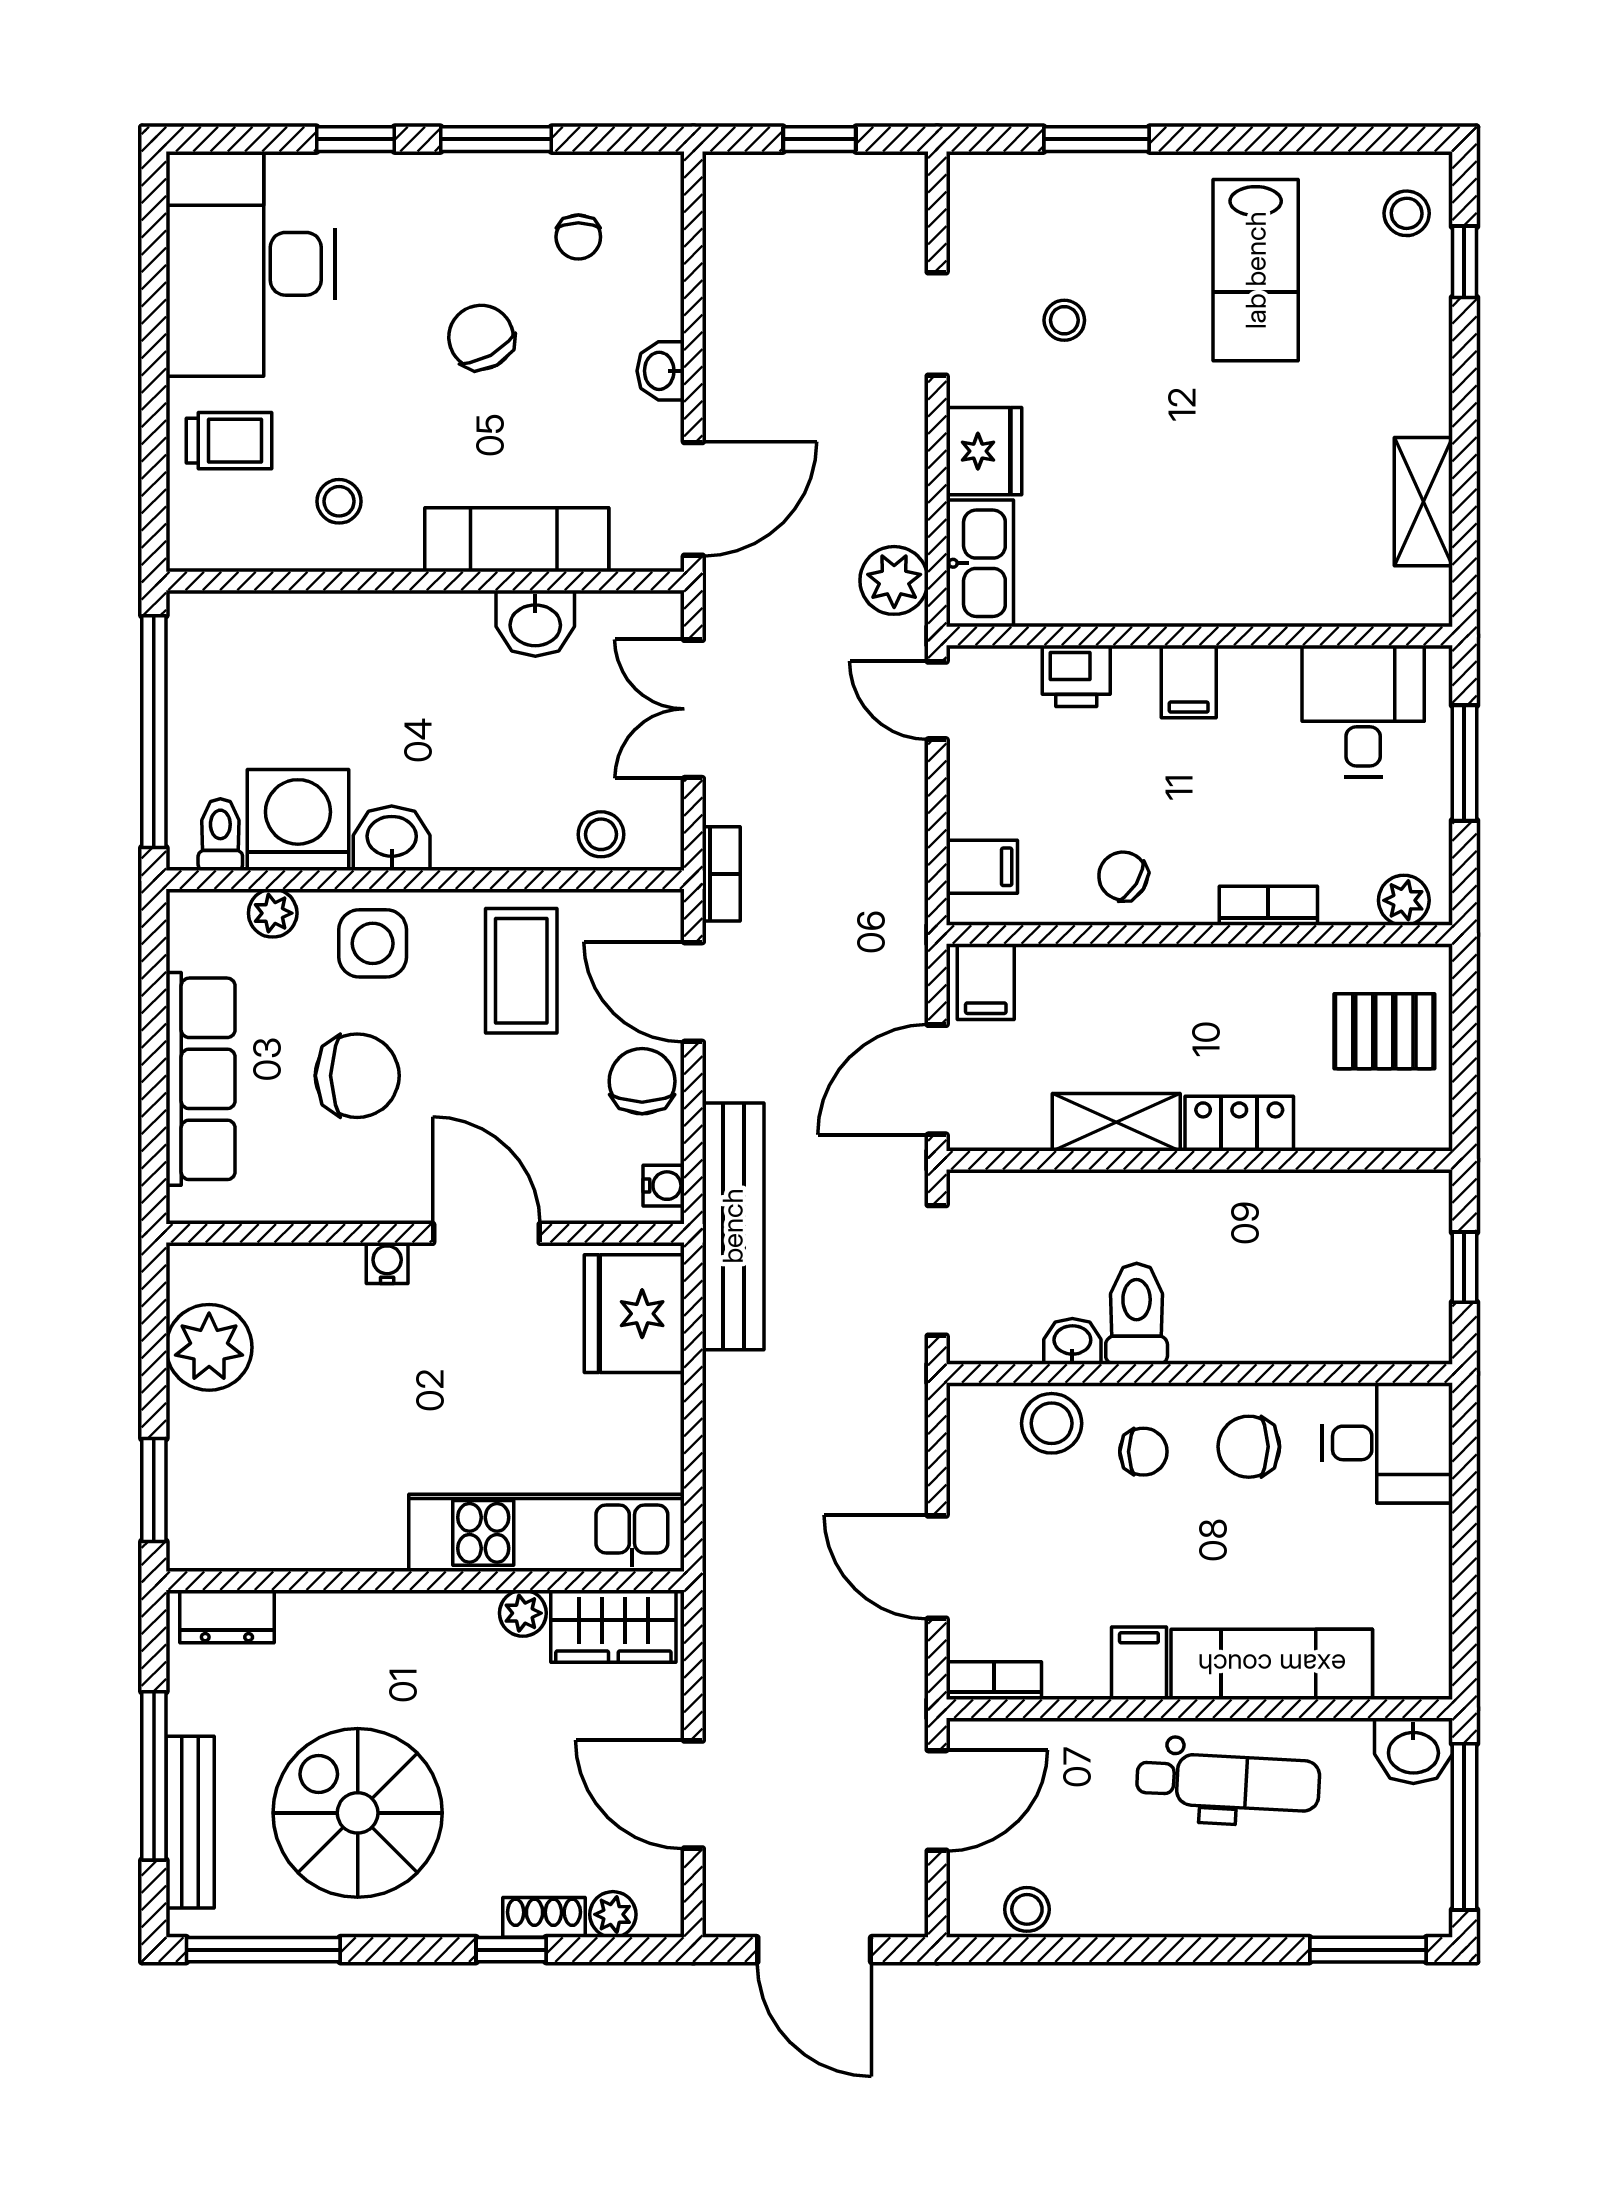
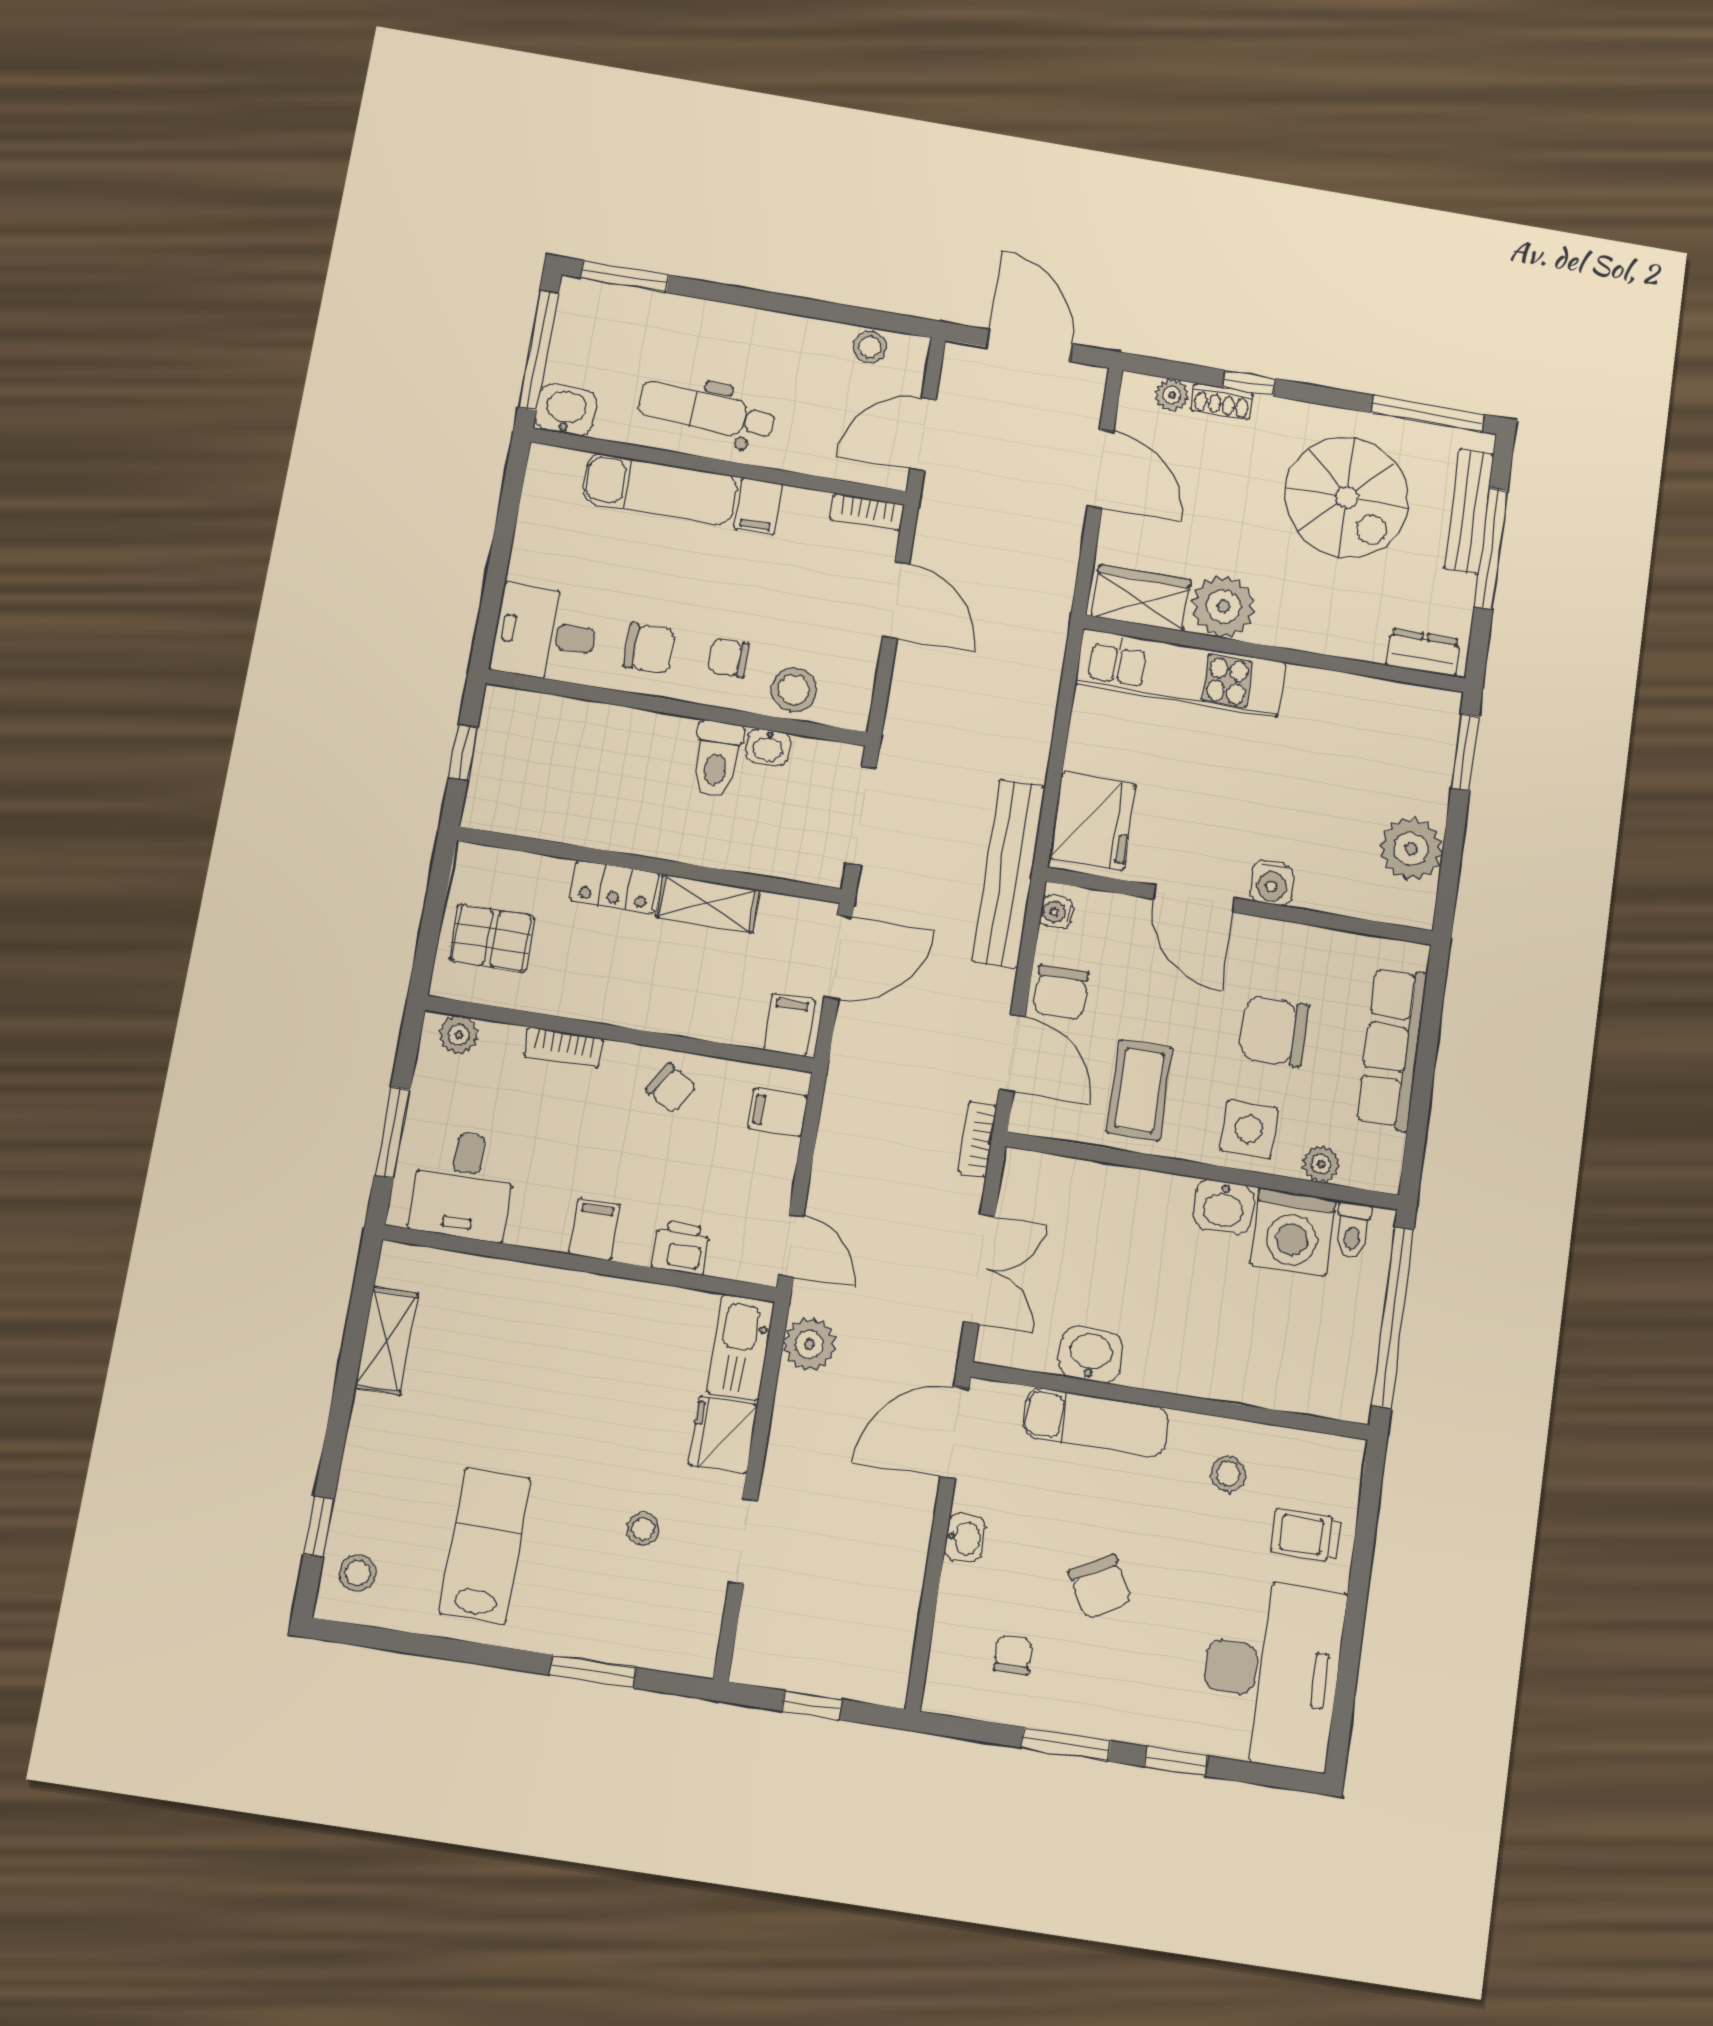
stool: (601, 834) -> (1064, 1184), removed
water cooler: (387, 1263) -> (1272, 883), width x1.38, depth x1.38
plant: (523, 1613) -> (1223, 606), width x1.87, depth x1.87

